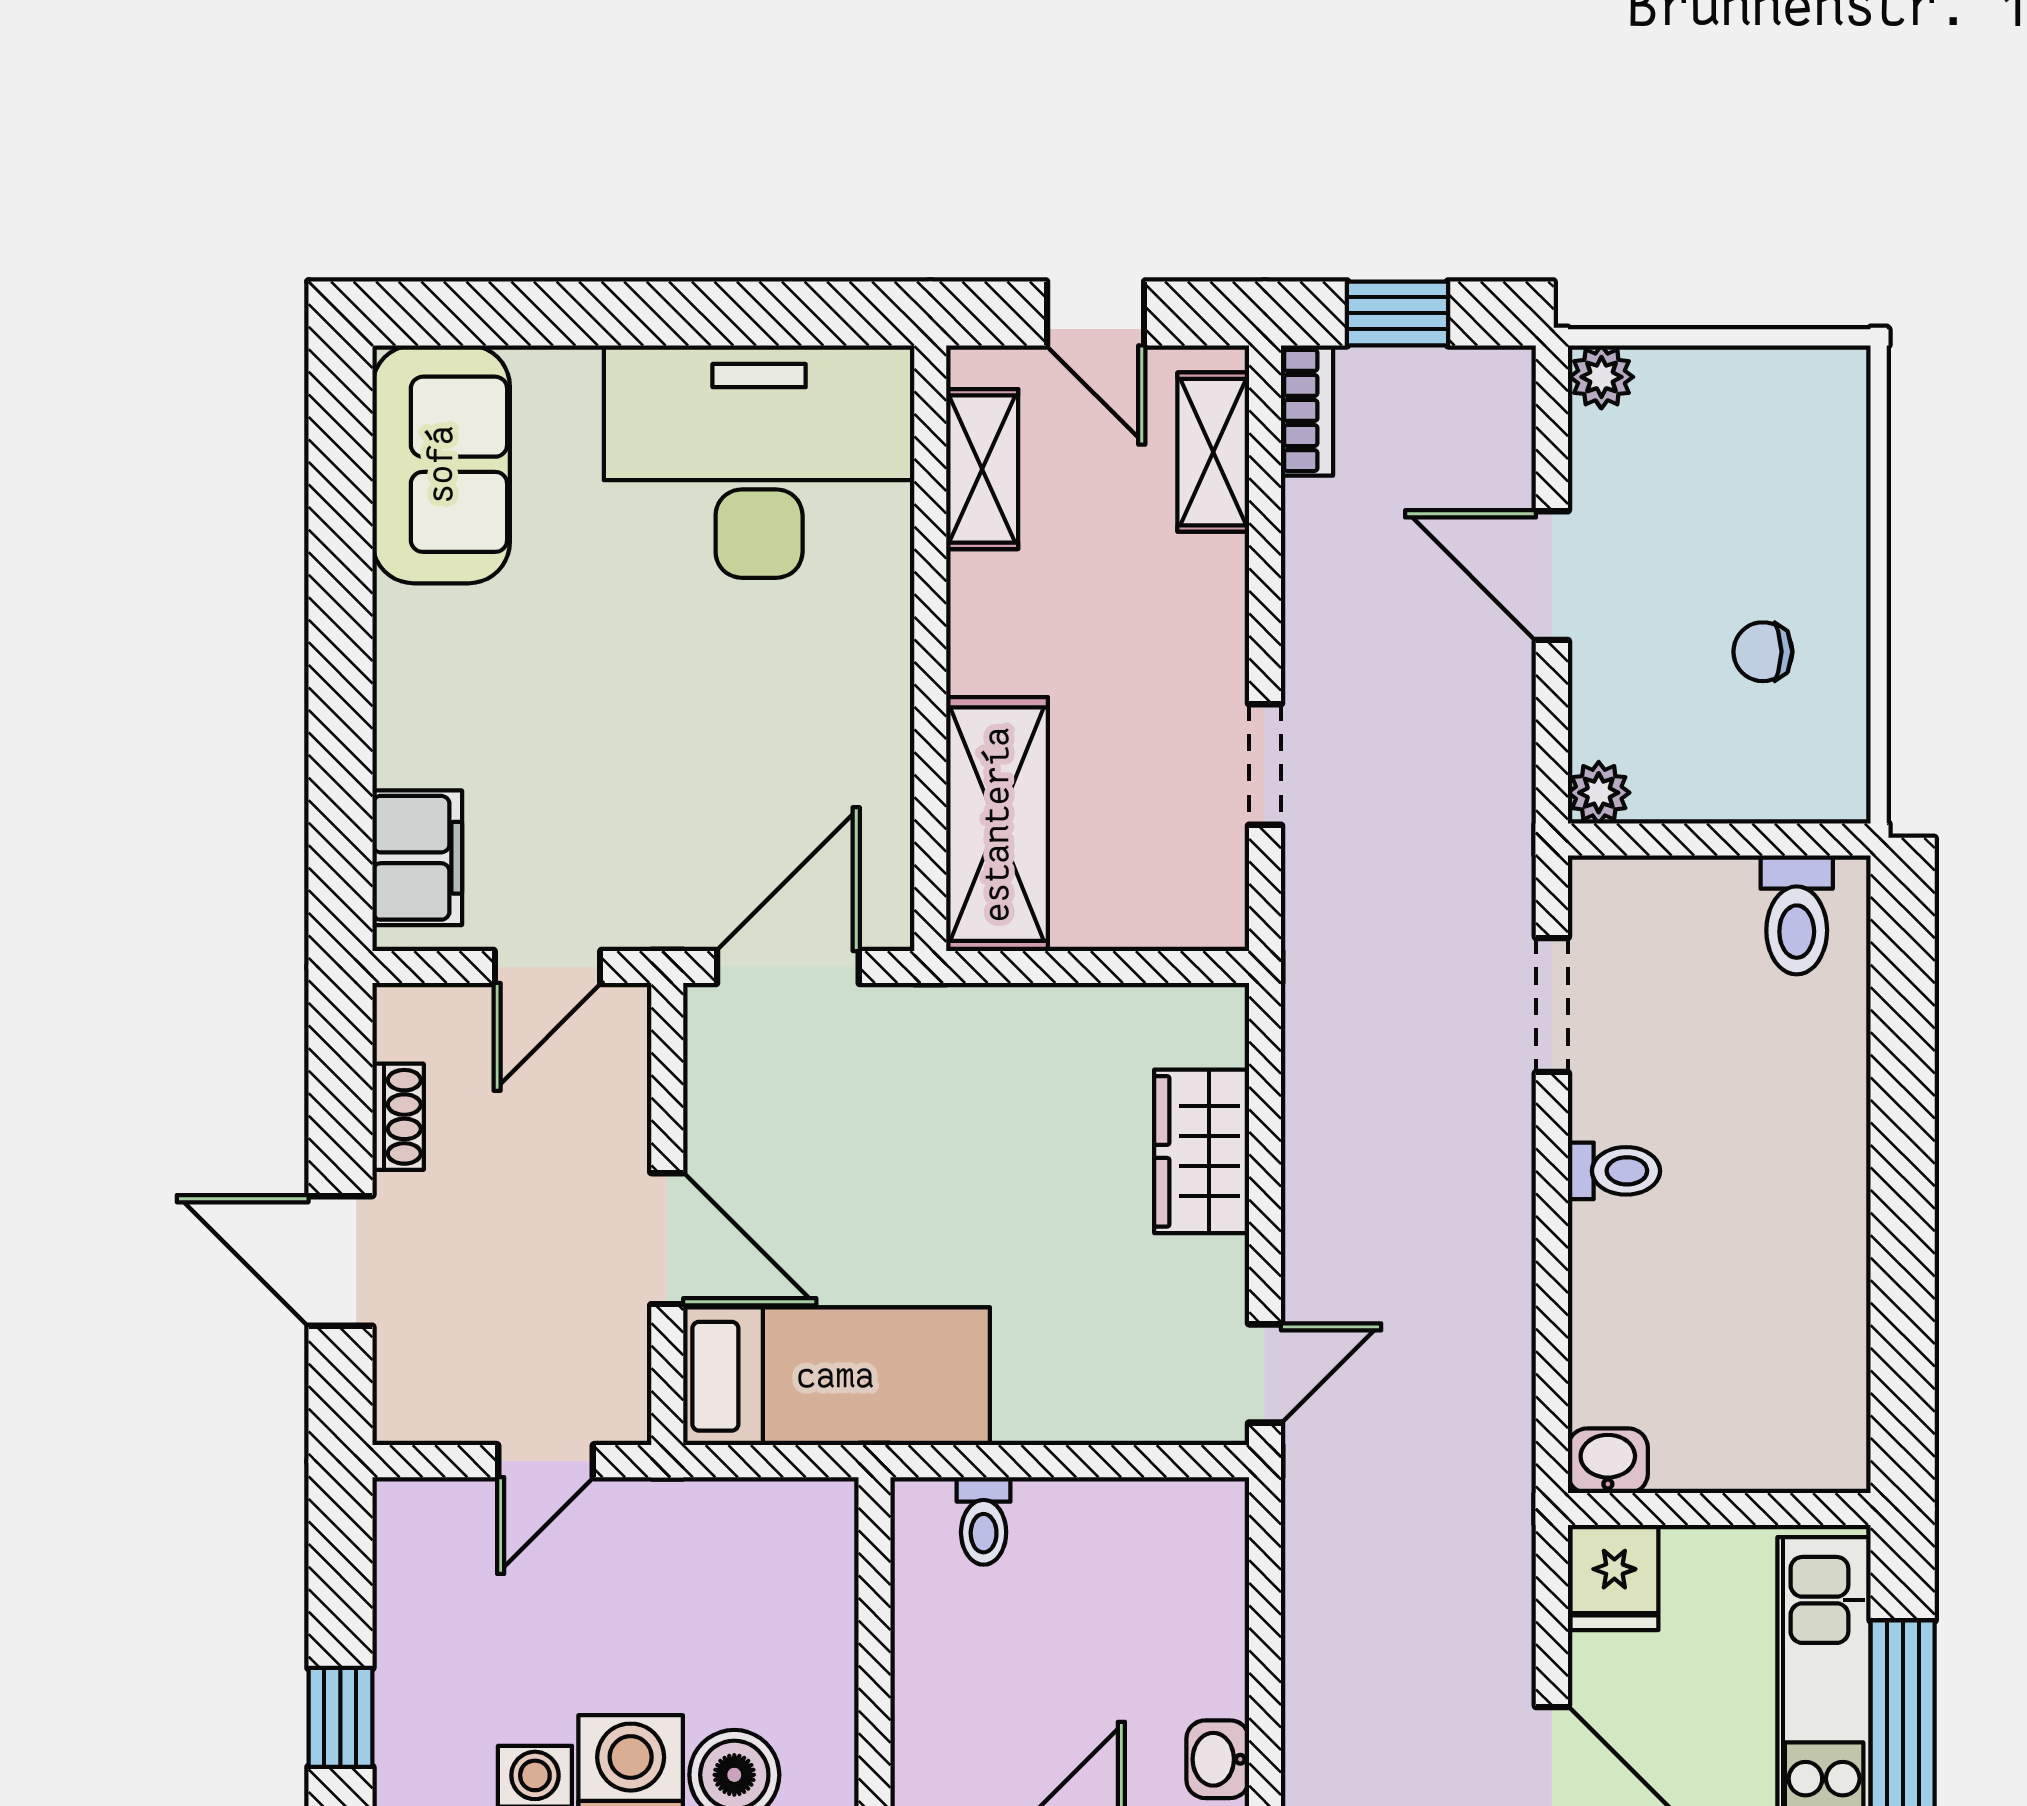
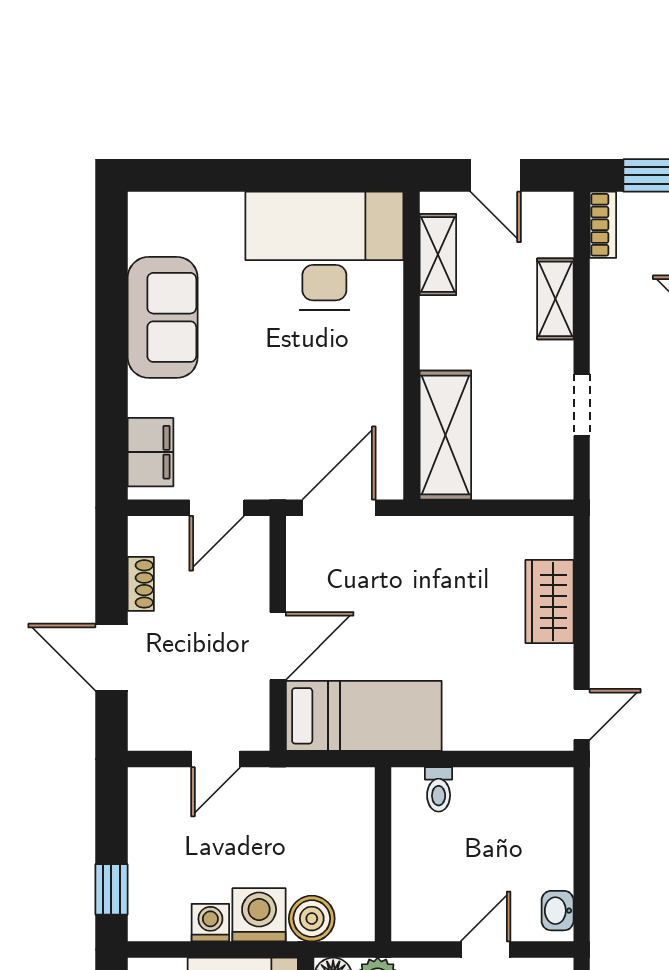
shelving: (1213, 452) -> (555, 299), moved
sofa: (441, 464) -> (163, 317), moved
door: (667, 1239) -> (278, 646), hinge flipped

